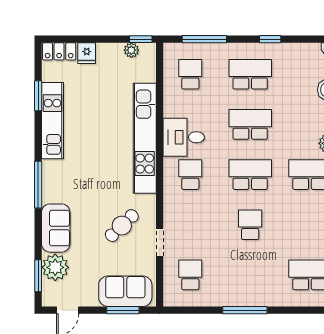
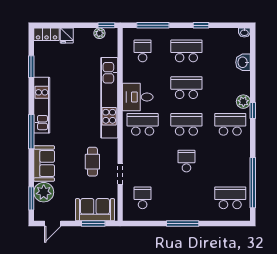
kitchen unit: (53, 121) -> (42, 105), moved
school desk: (190, 175) -> (143, 124), width x1.85
cafe table: (122, 226) -> (92, 162), turned -46

